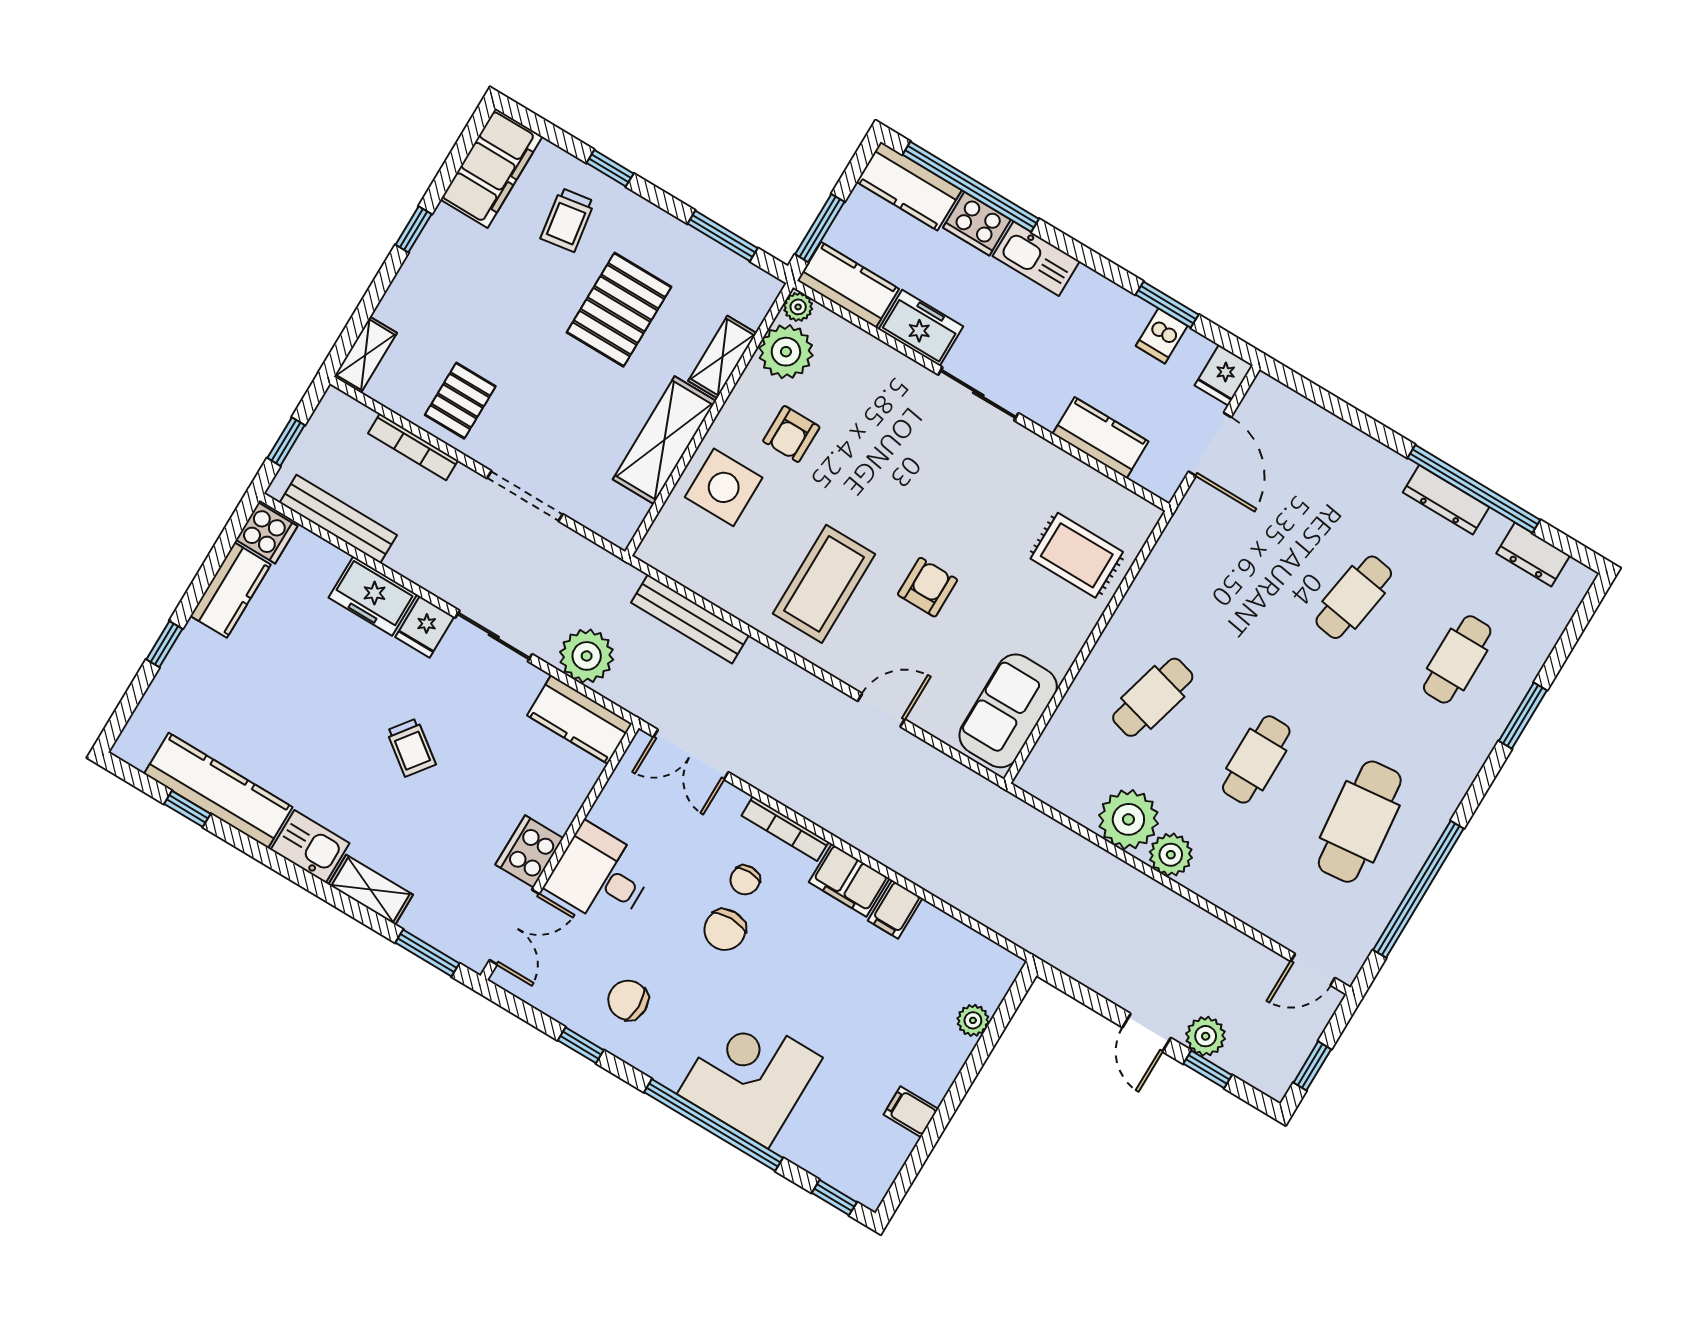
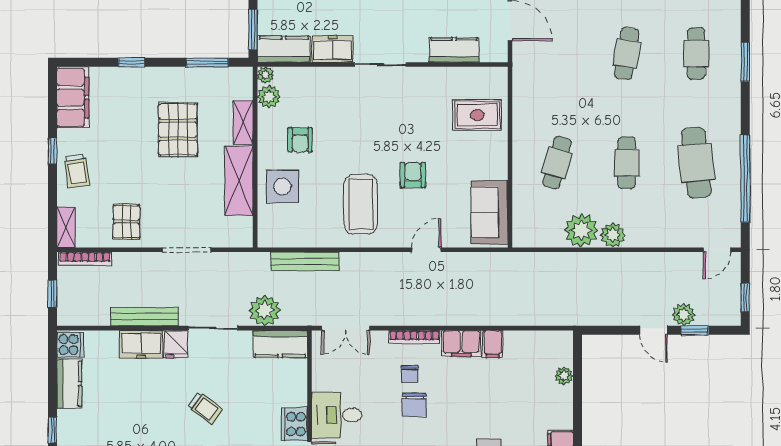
trolley: (567, 220) -> (77, 171), moved
plant: (786, 352) -> (269, 97), width x0.73, depth x0.73
bookcase: (413, 447) -> (85, 259), moved
bench: (338, 519) -> (144, 317), moved

